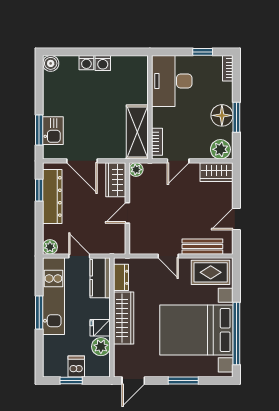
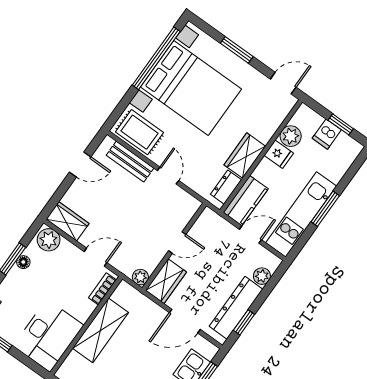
floor lamp: (222, 115) -> (23, 262), width x0.53, depth x0.53
shelving: (137, 132) -> (100, 330), moved
door: (82, 161) -> (185, 321), swing flipped
plant: (50, 247) -> (262, 276), moved
door: (79, 256) -> (250, 235), swing flipped
wardrobe: (124, 318) -> (245, 156), width x0.67

